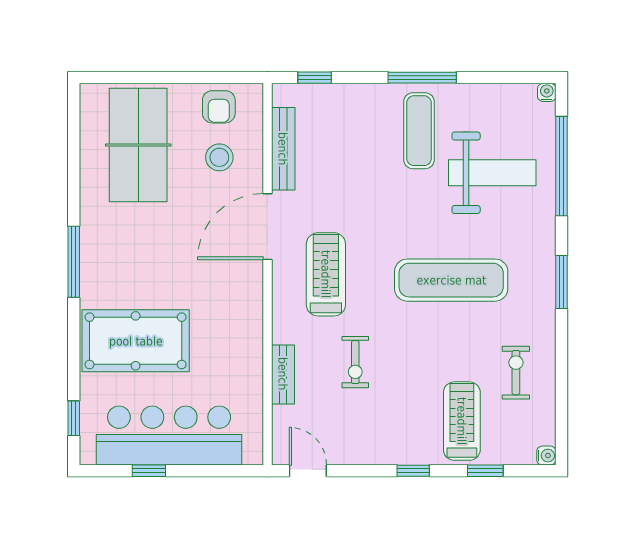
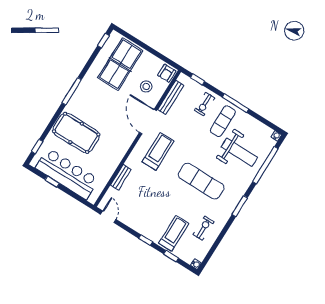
armchair: (219, 107) -> (167, 73), moved
window: (74, 119) -> (103, 41), added
door: (267, 227) -> (148, 122), hinge flipped
exercise bike: (355, 362) -> (205, 104), moved

